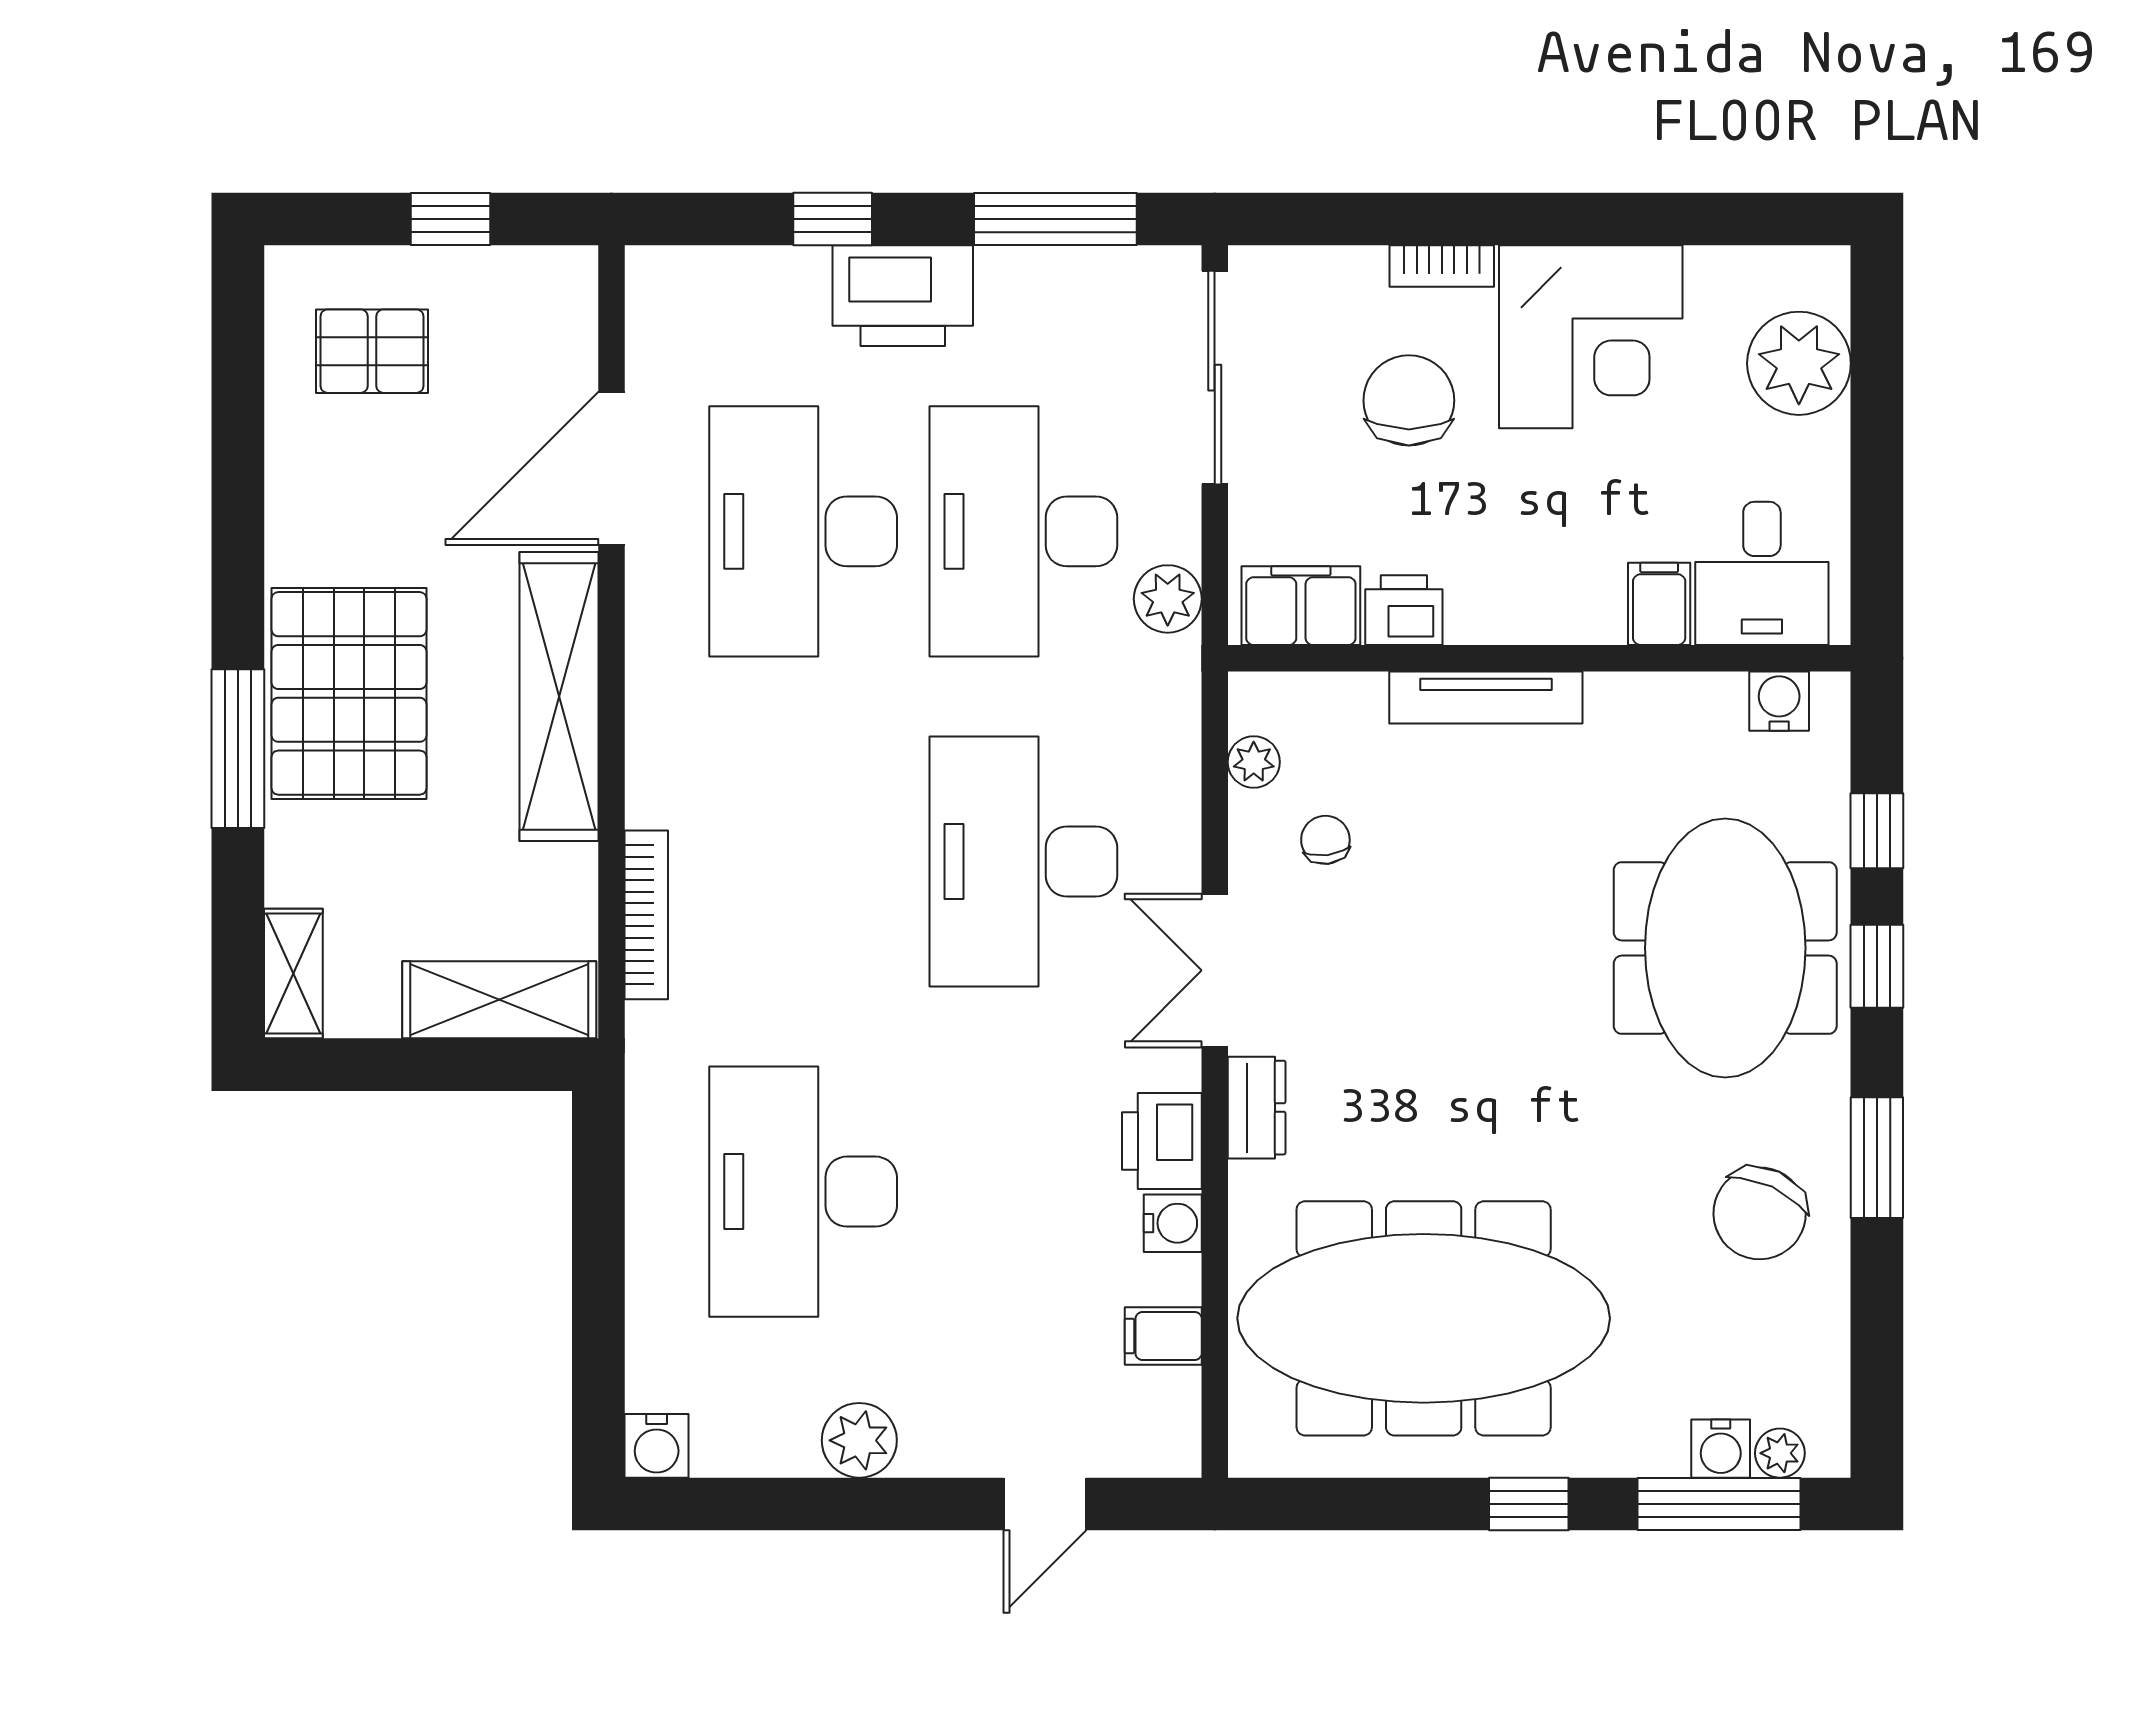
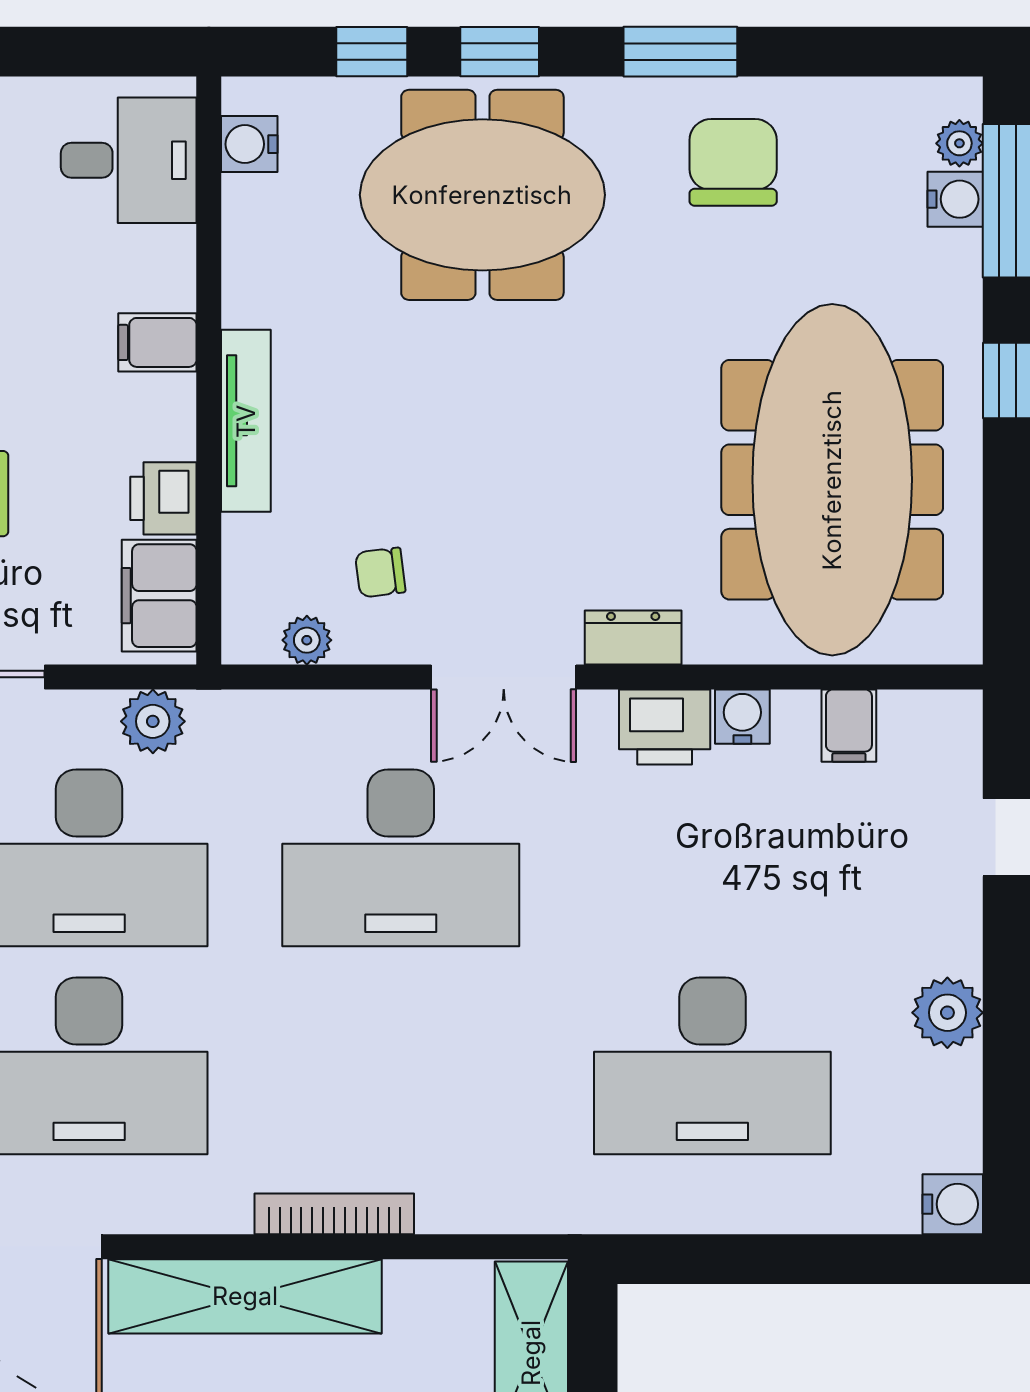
filing cabinet: (1659, 604) -> (157, 342), moved
bookcase: (646, 915) -> (334, 1214), moved
chair: (1760, 1213) -> (733, 162), turned -115

